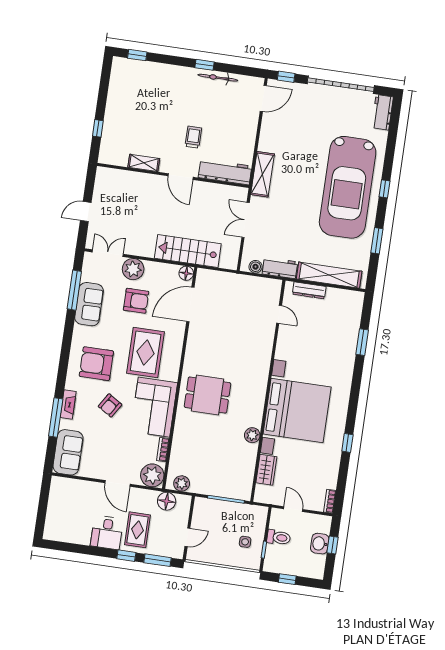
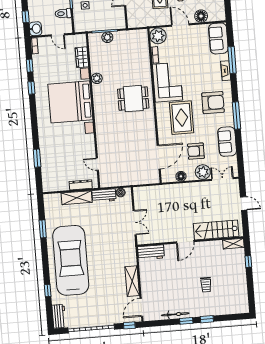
window: (137, 55) -> (207, 319), moved
trolley: (193, 137) -> (206, 285), moved
shelving: (144, 163) -> (233, 244), moved
workbench: (225, 172) -> (151, 252), width x0.73
shelving: (263, 174) -> (132, 281), moved
door: (181, 177) -> (185, 242), swing flipped
window: (384, 189) -> (48, 290), moved
door: (86, 212) -> (244, 204), hinge flipped
stairs: (188, 251) -> (216, 230), moved, turned 180
double door: (108, 253) -> (222, 179), swing flipped
floor lamp: (186, 273) -> (181, 176), moved
shelving: (329, 275) -> (77, 198), width x0.68
window: (74, 290) -> (237, 115), moved
armchair: (110, 405) -> (197, 76), removed
window: (343, 475) -> (30, 66), added
plant: (182, 483) -> (107, 37), moved
floor lamp: (167, 501) -> (201, 16), moved
washbasin: (320, 544) -> (36, 29), moved

